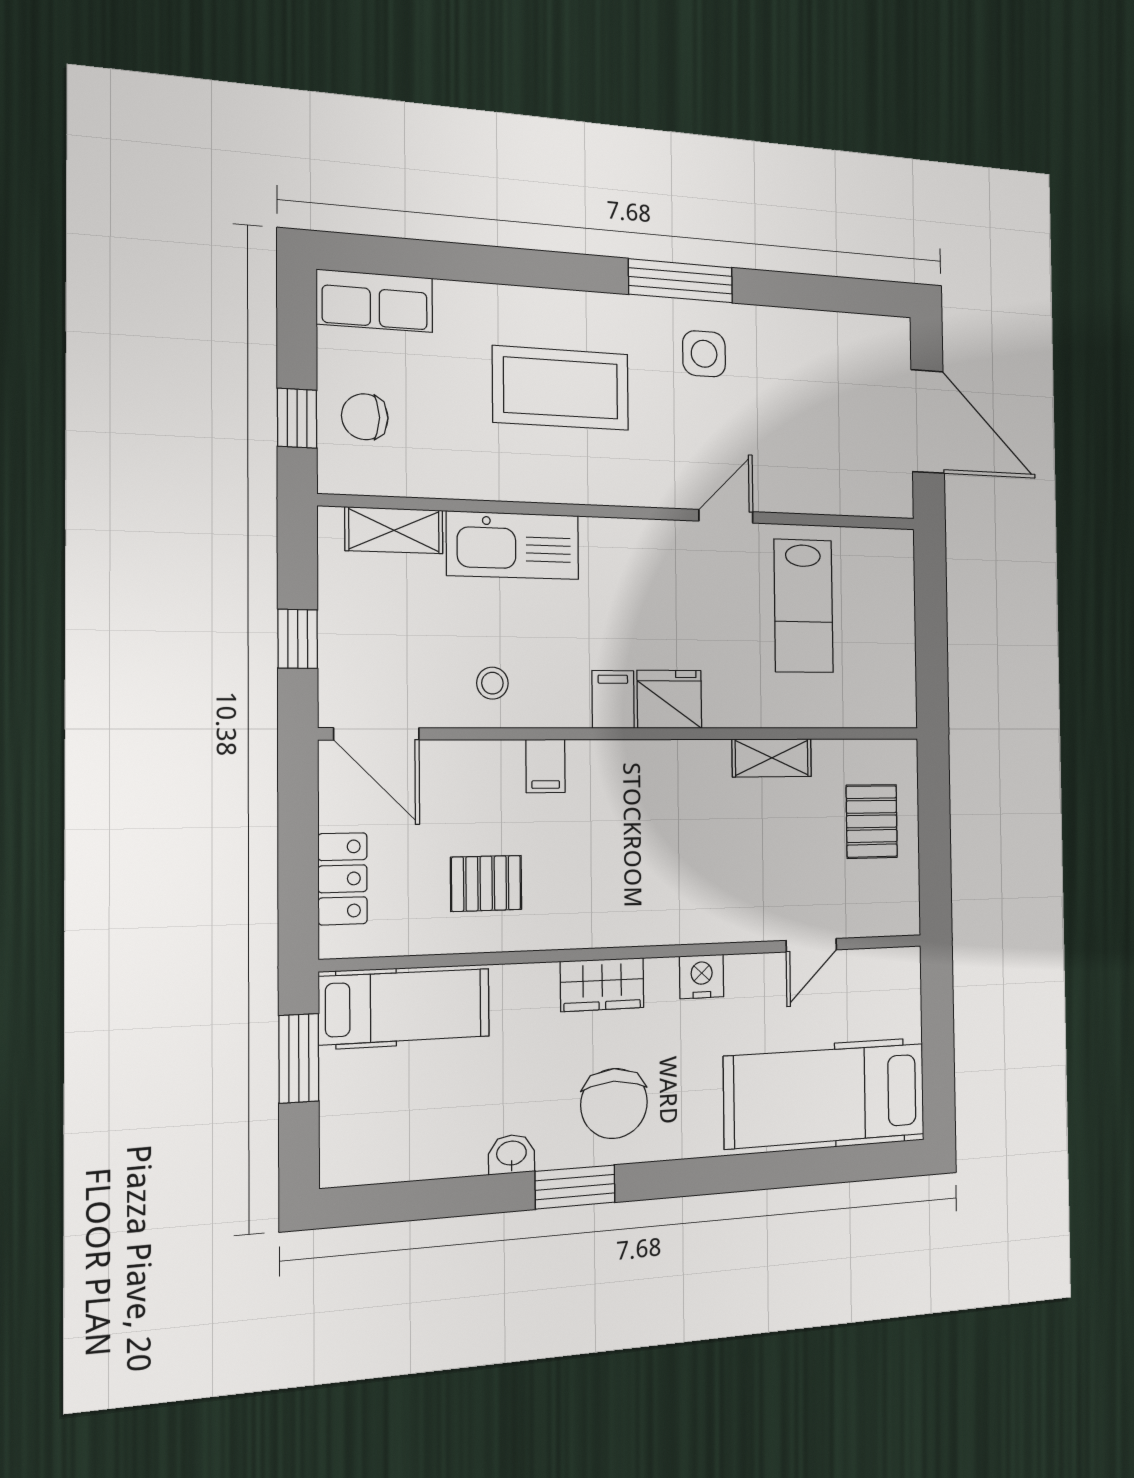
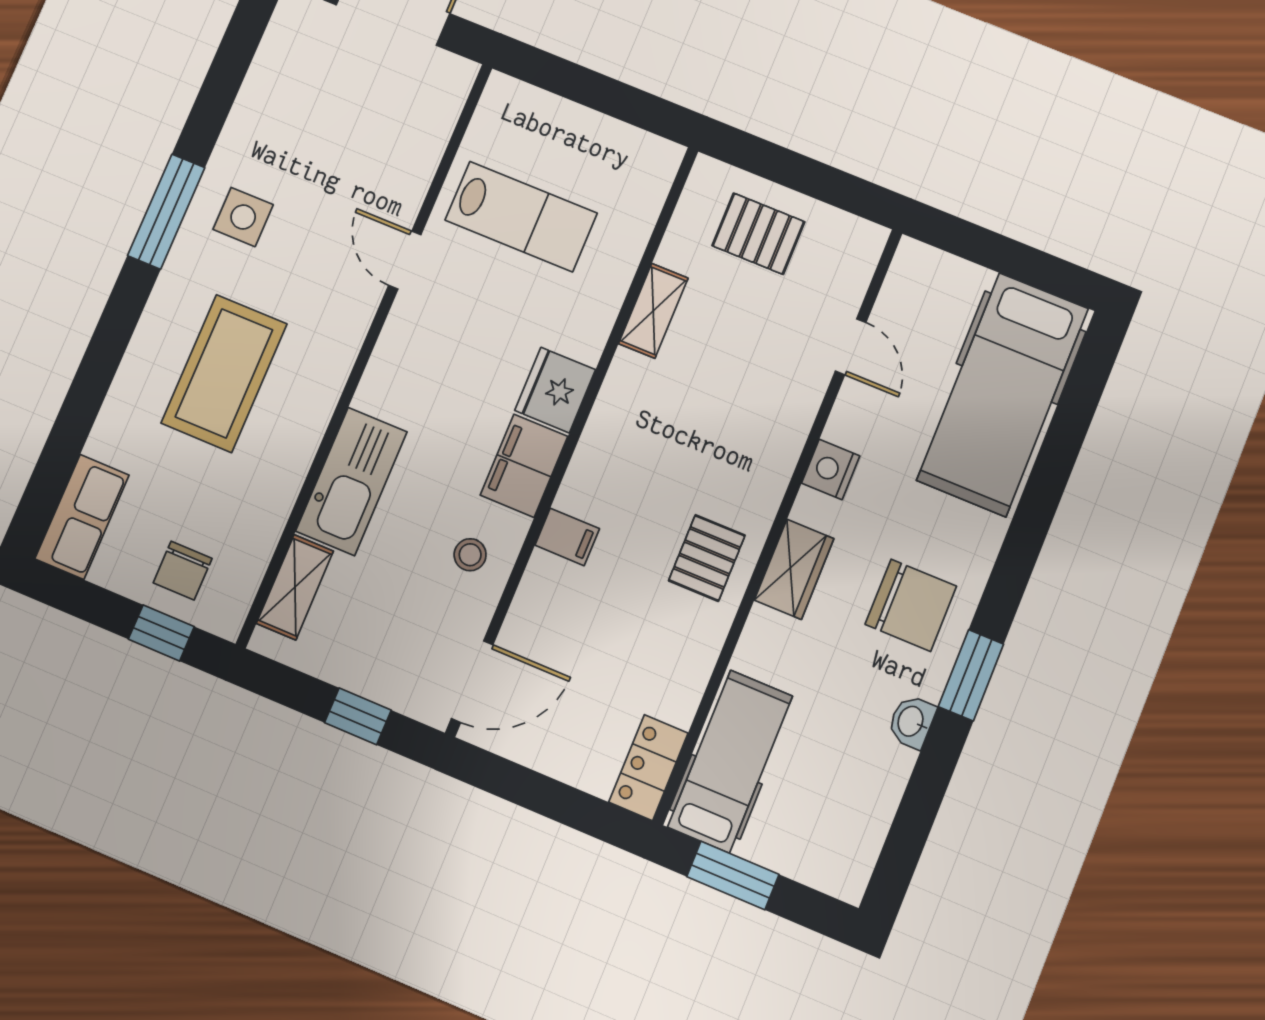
filing cabinet: (613, 699) -> (524, 466), width x2.00
locker: (343, 879) -> (648, 768), moved, turned -90
pallet: (486, 883) -> (707, 558), moved

